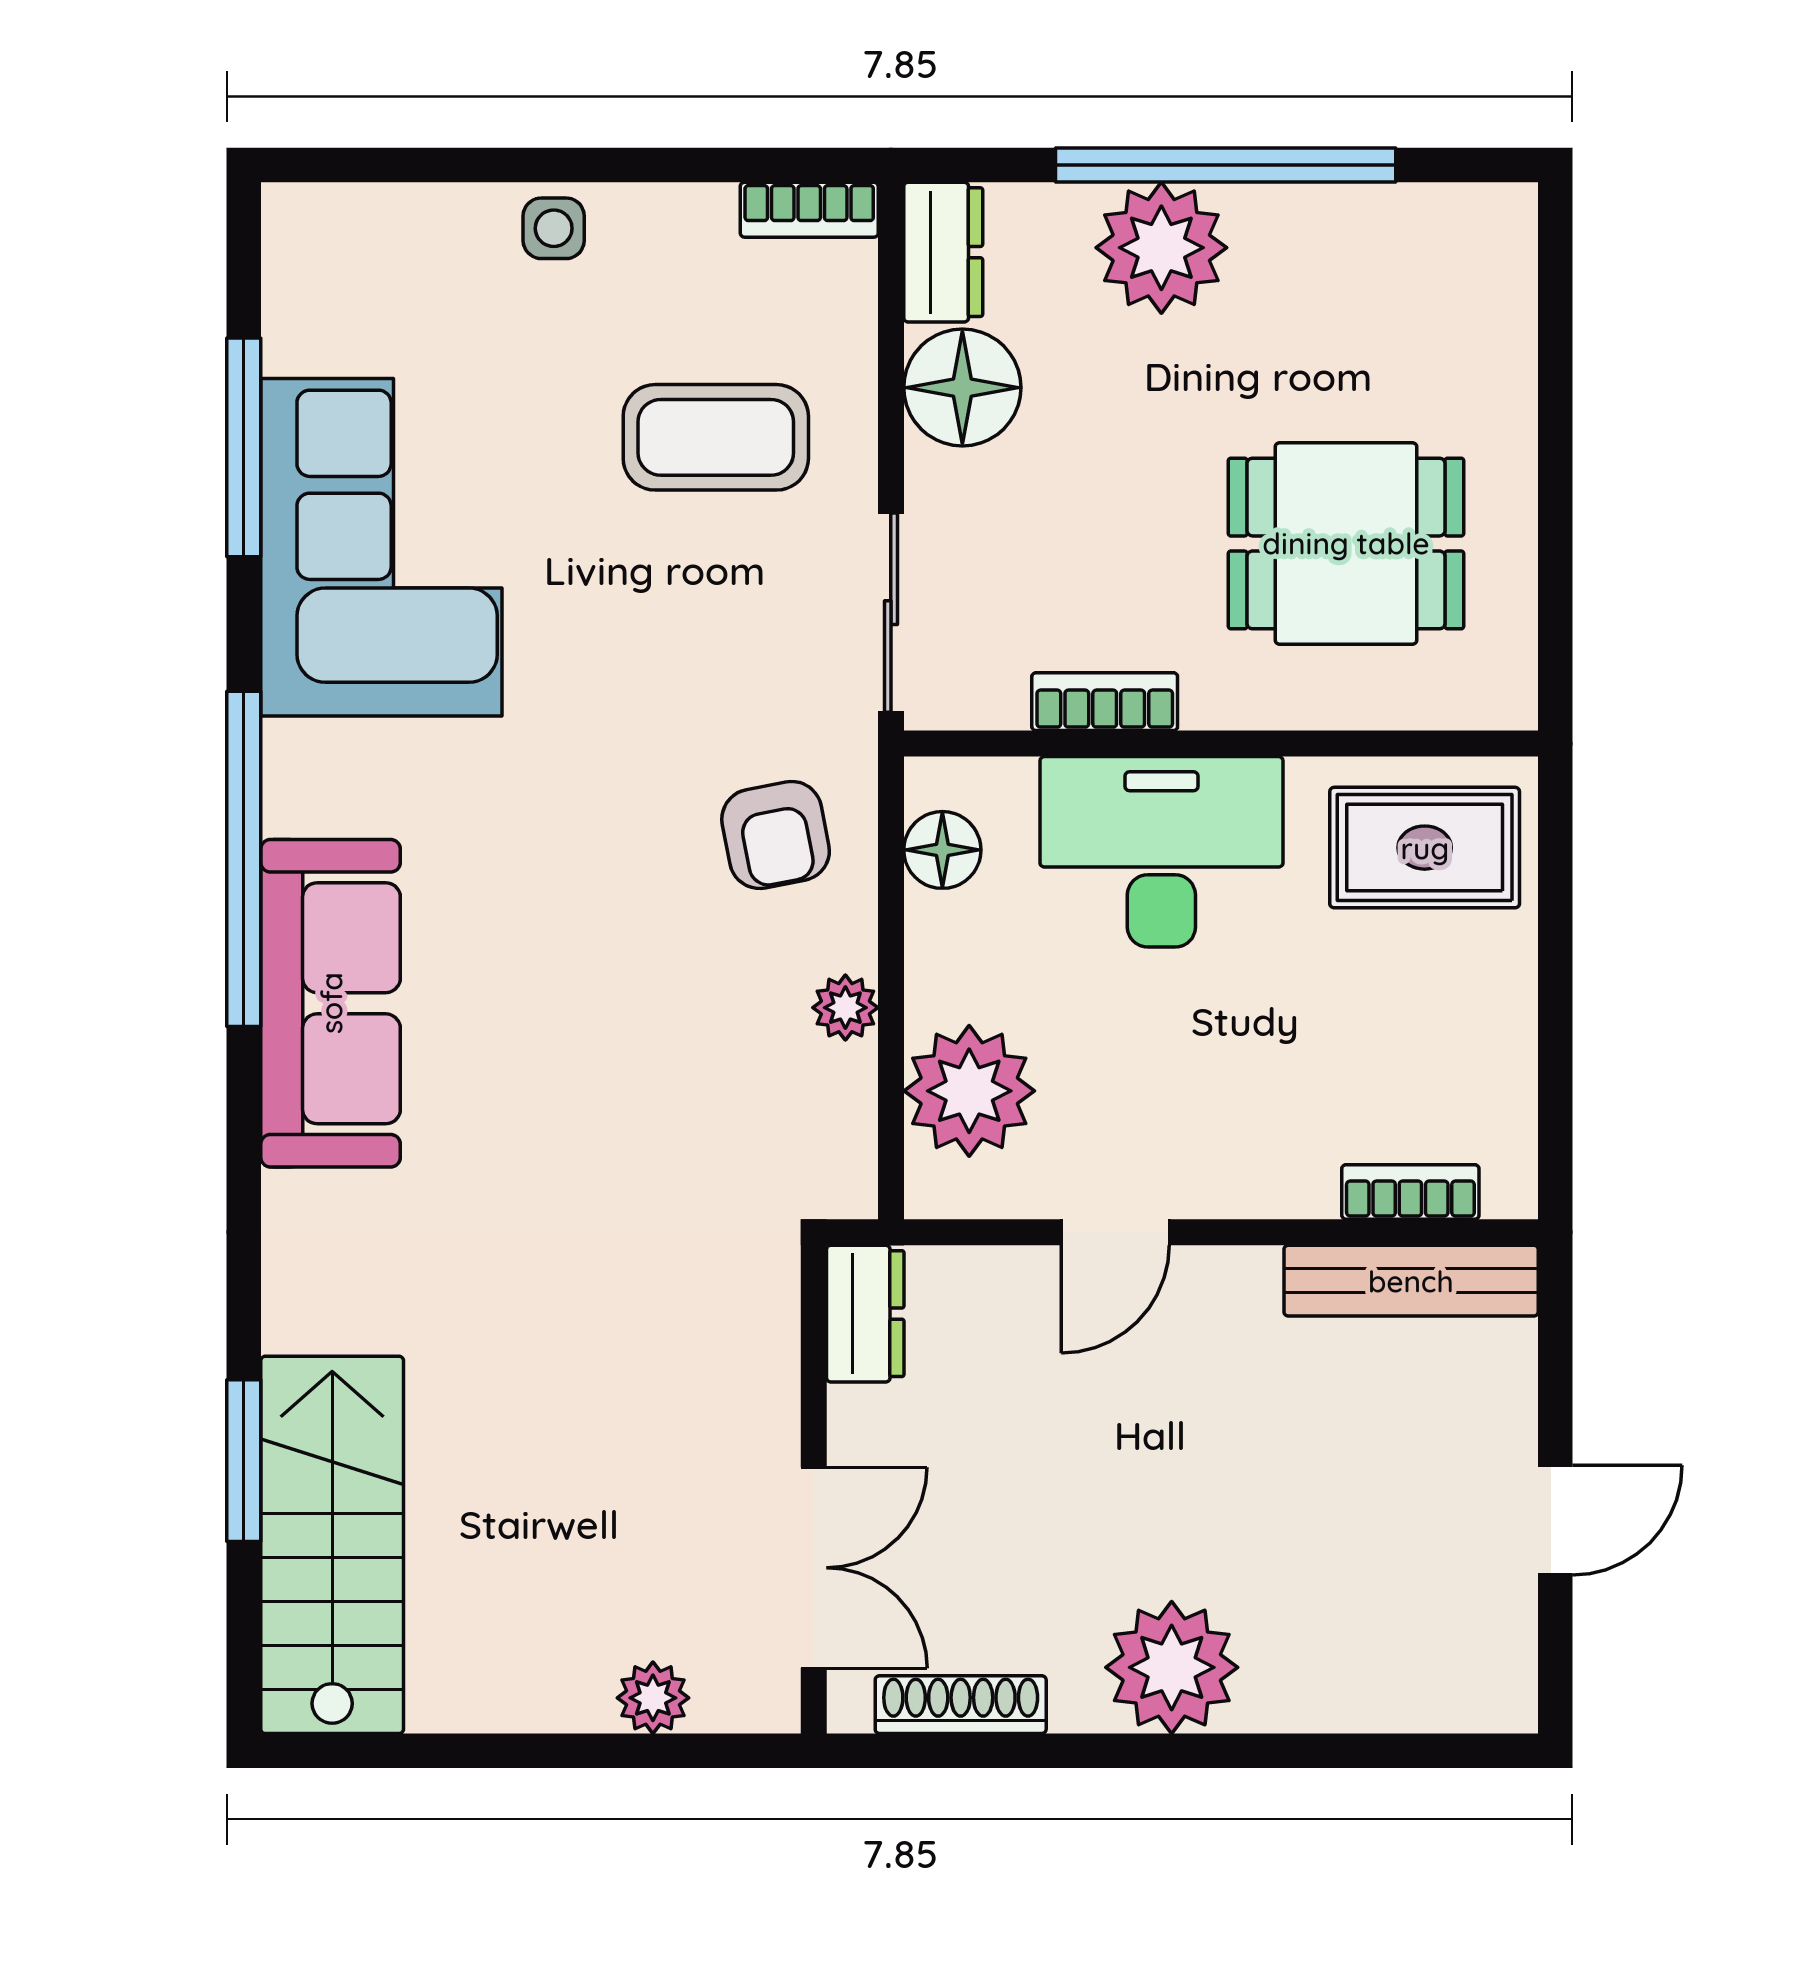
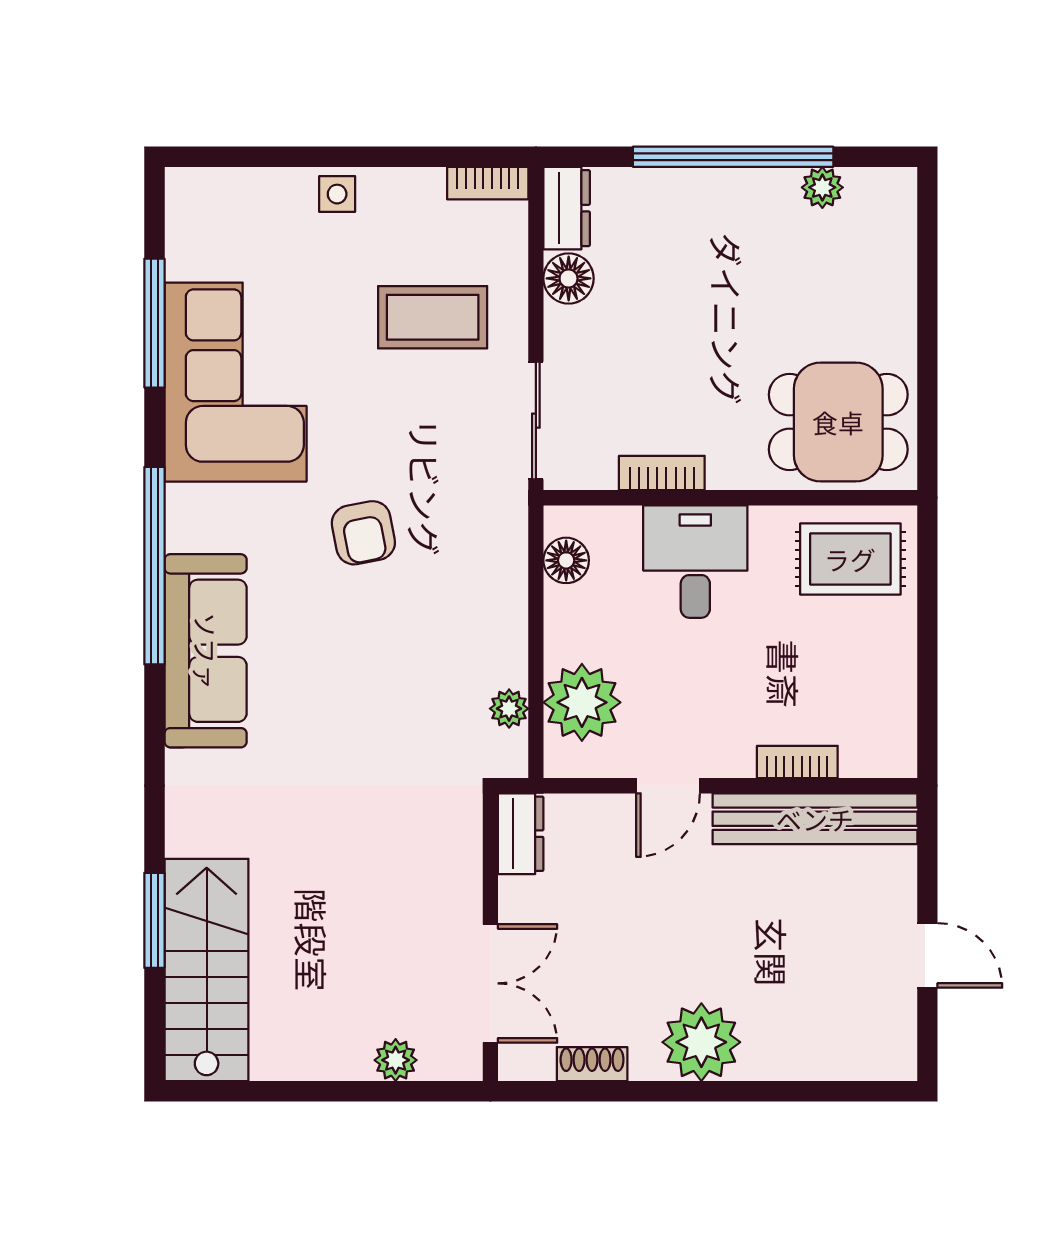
plant: (1161, 248) -> (822, 187), moved, width x0.53, depth x0.53
floor lamp: (962, 388) -> (569, 278), width x0.73, depth x0.73
dining table: (1346, 543) -> (838, 422), moved
armchair: (776, 835) -> (363, 533), moved
desk: (1161, 852) -> (695, 562), width x0.73
plant: (845, 1008) -> (509, 709), moved
bookcase: (1410, 1192) -> (797, 762), moved
bench: (1411, 1281) -> (815, 819), width x1.37, depth x1.21
door: (1555, 1520) -> (927, 955), hinge flipped
shoe rack: (961, 1705) -> (592, 1064), width x0.70

